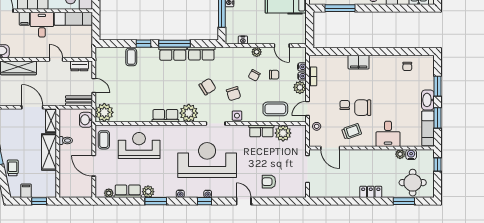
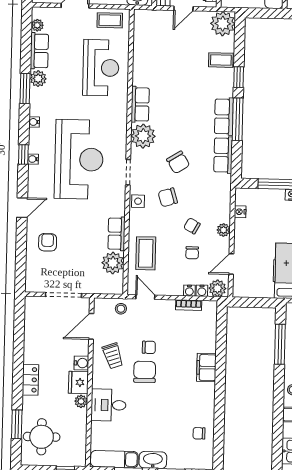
plant: (300, 87) -> (217, 288), moved
plant: (104, 112) -> (223, 24), moved
plant: (400, 154) -> (81, 401), moved
water cooler: (411, 155) -> (81, 363), moved
fridge: (372, 156) -> (78, 382), added

